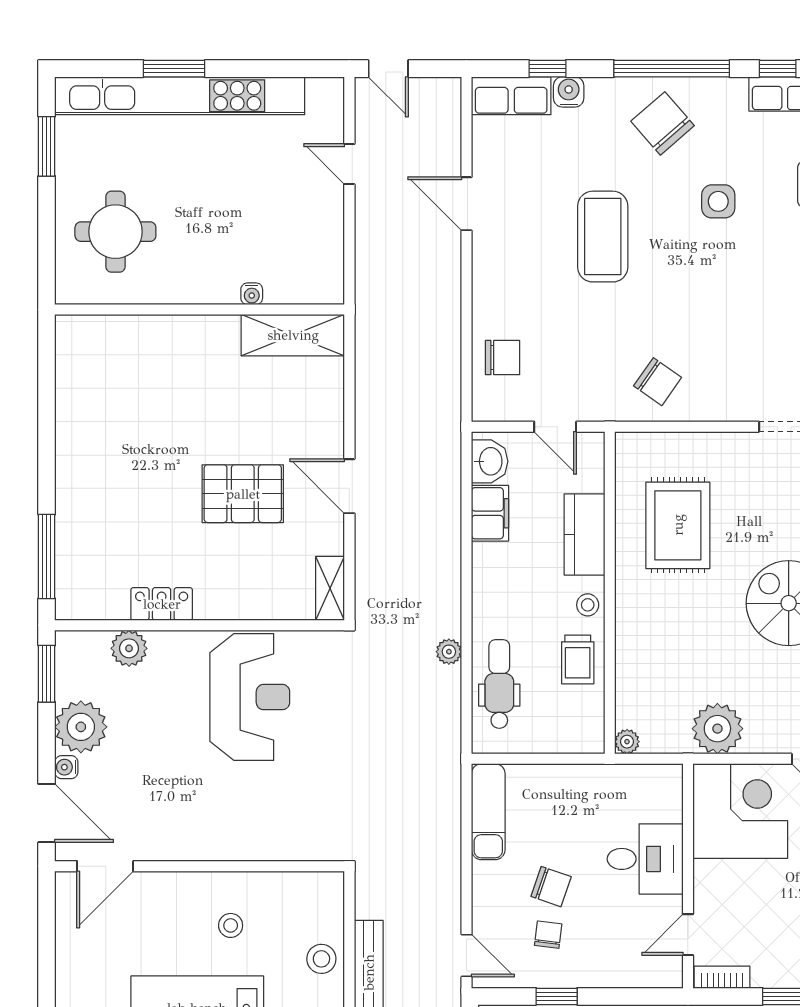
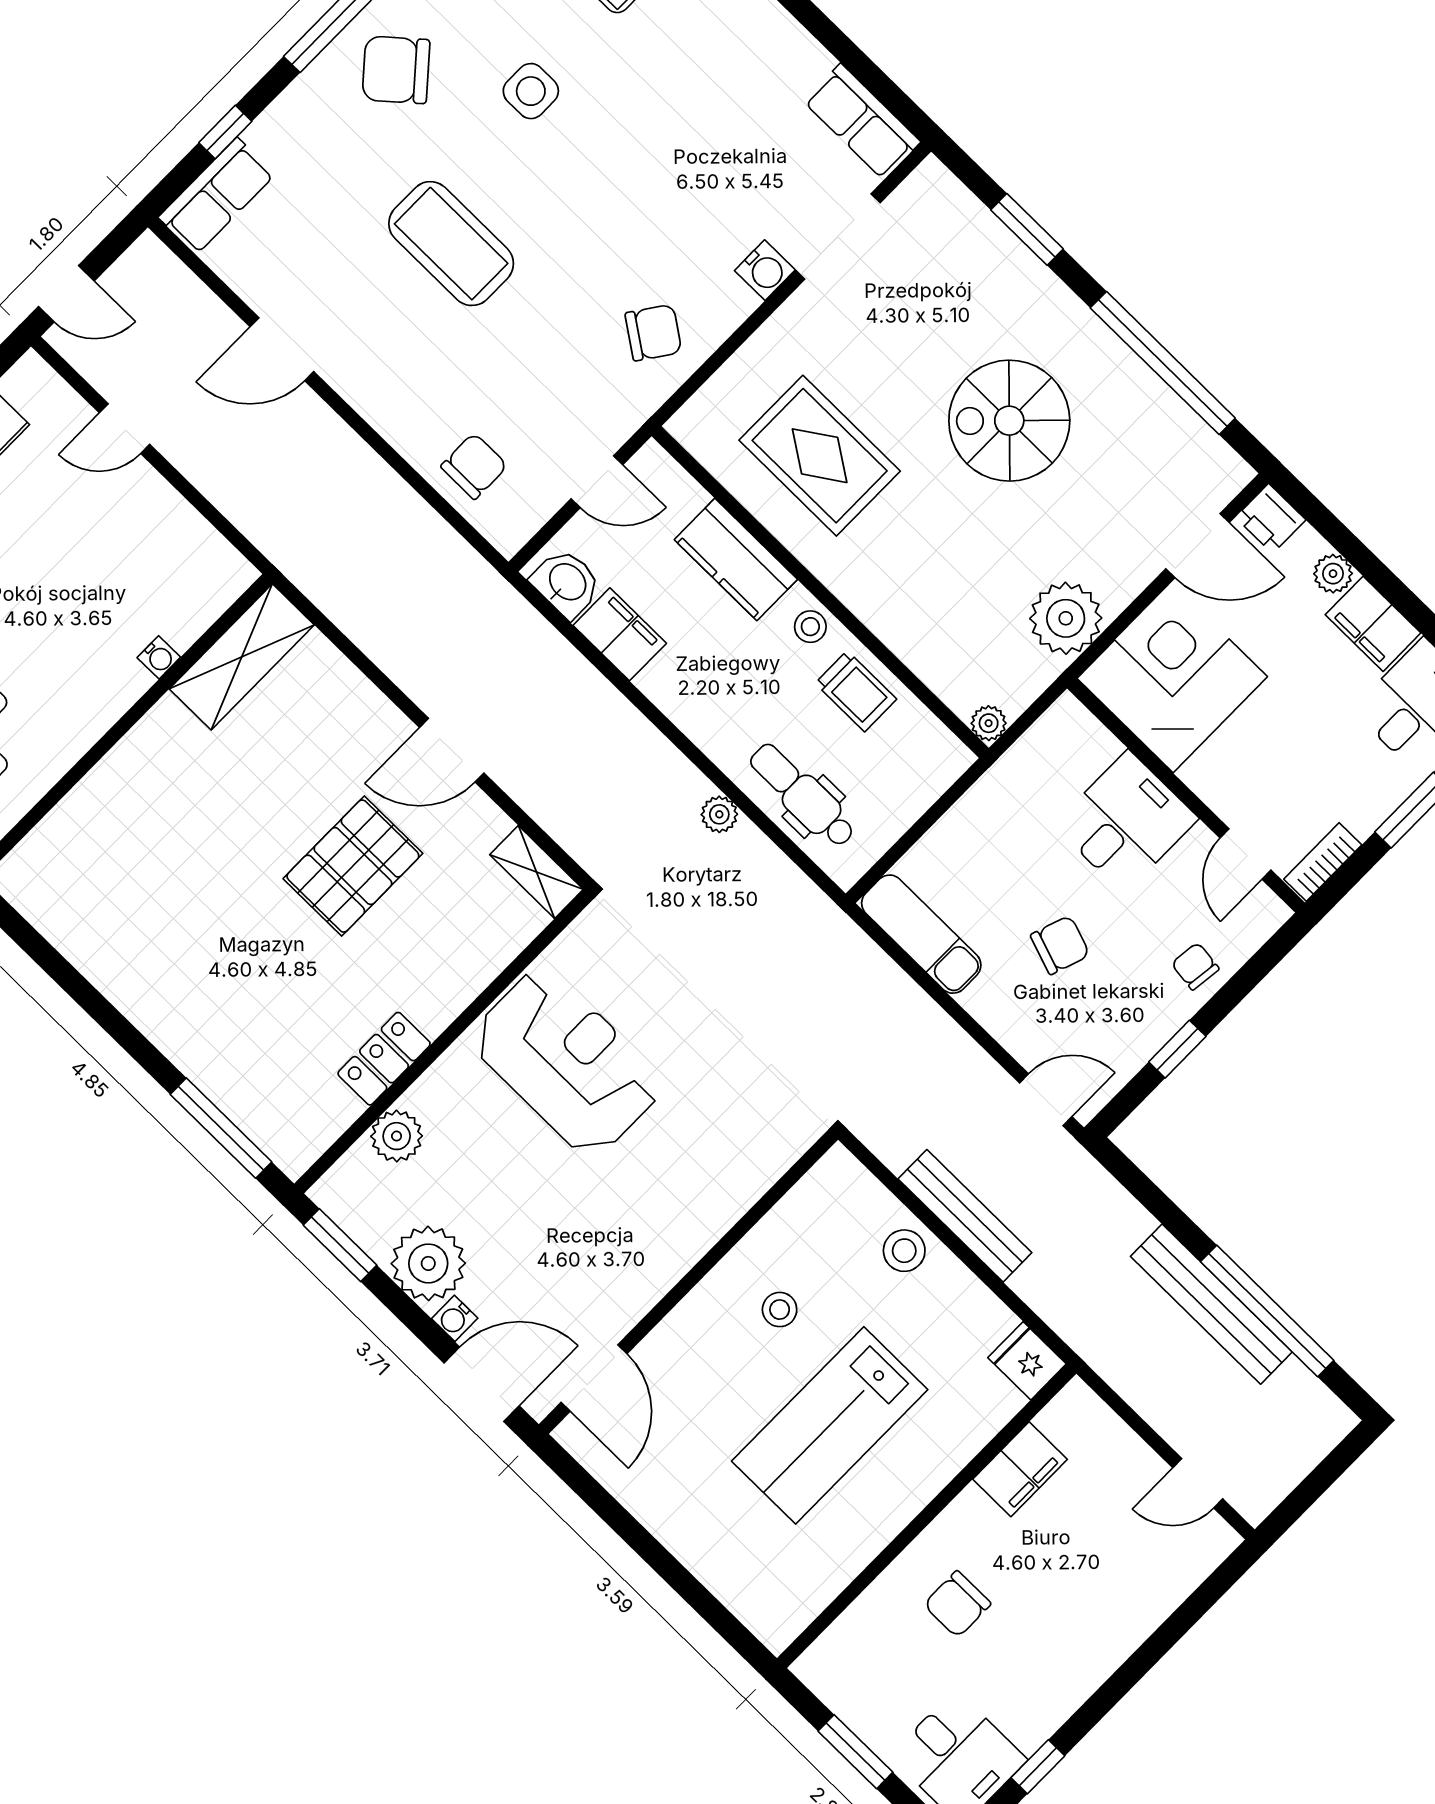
water cooler: (569, 92) -> (765, 270), moved, turned 180
chair: (548, 935) -> (1195, 966), moved

